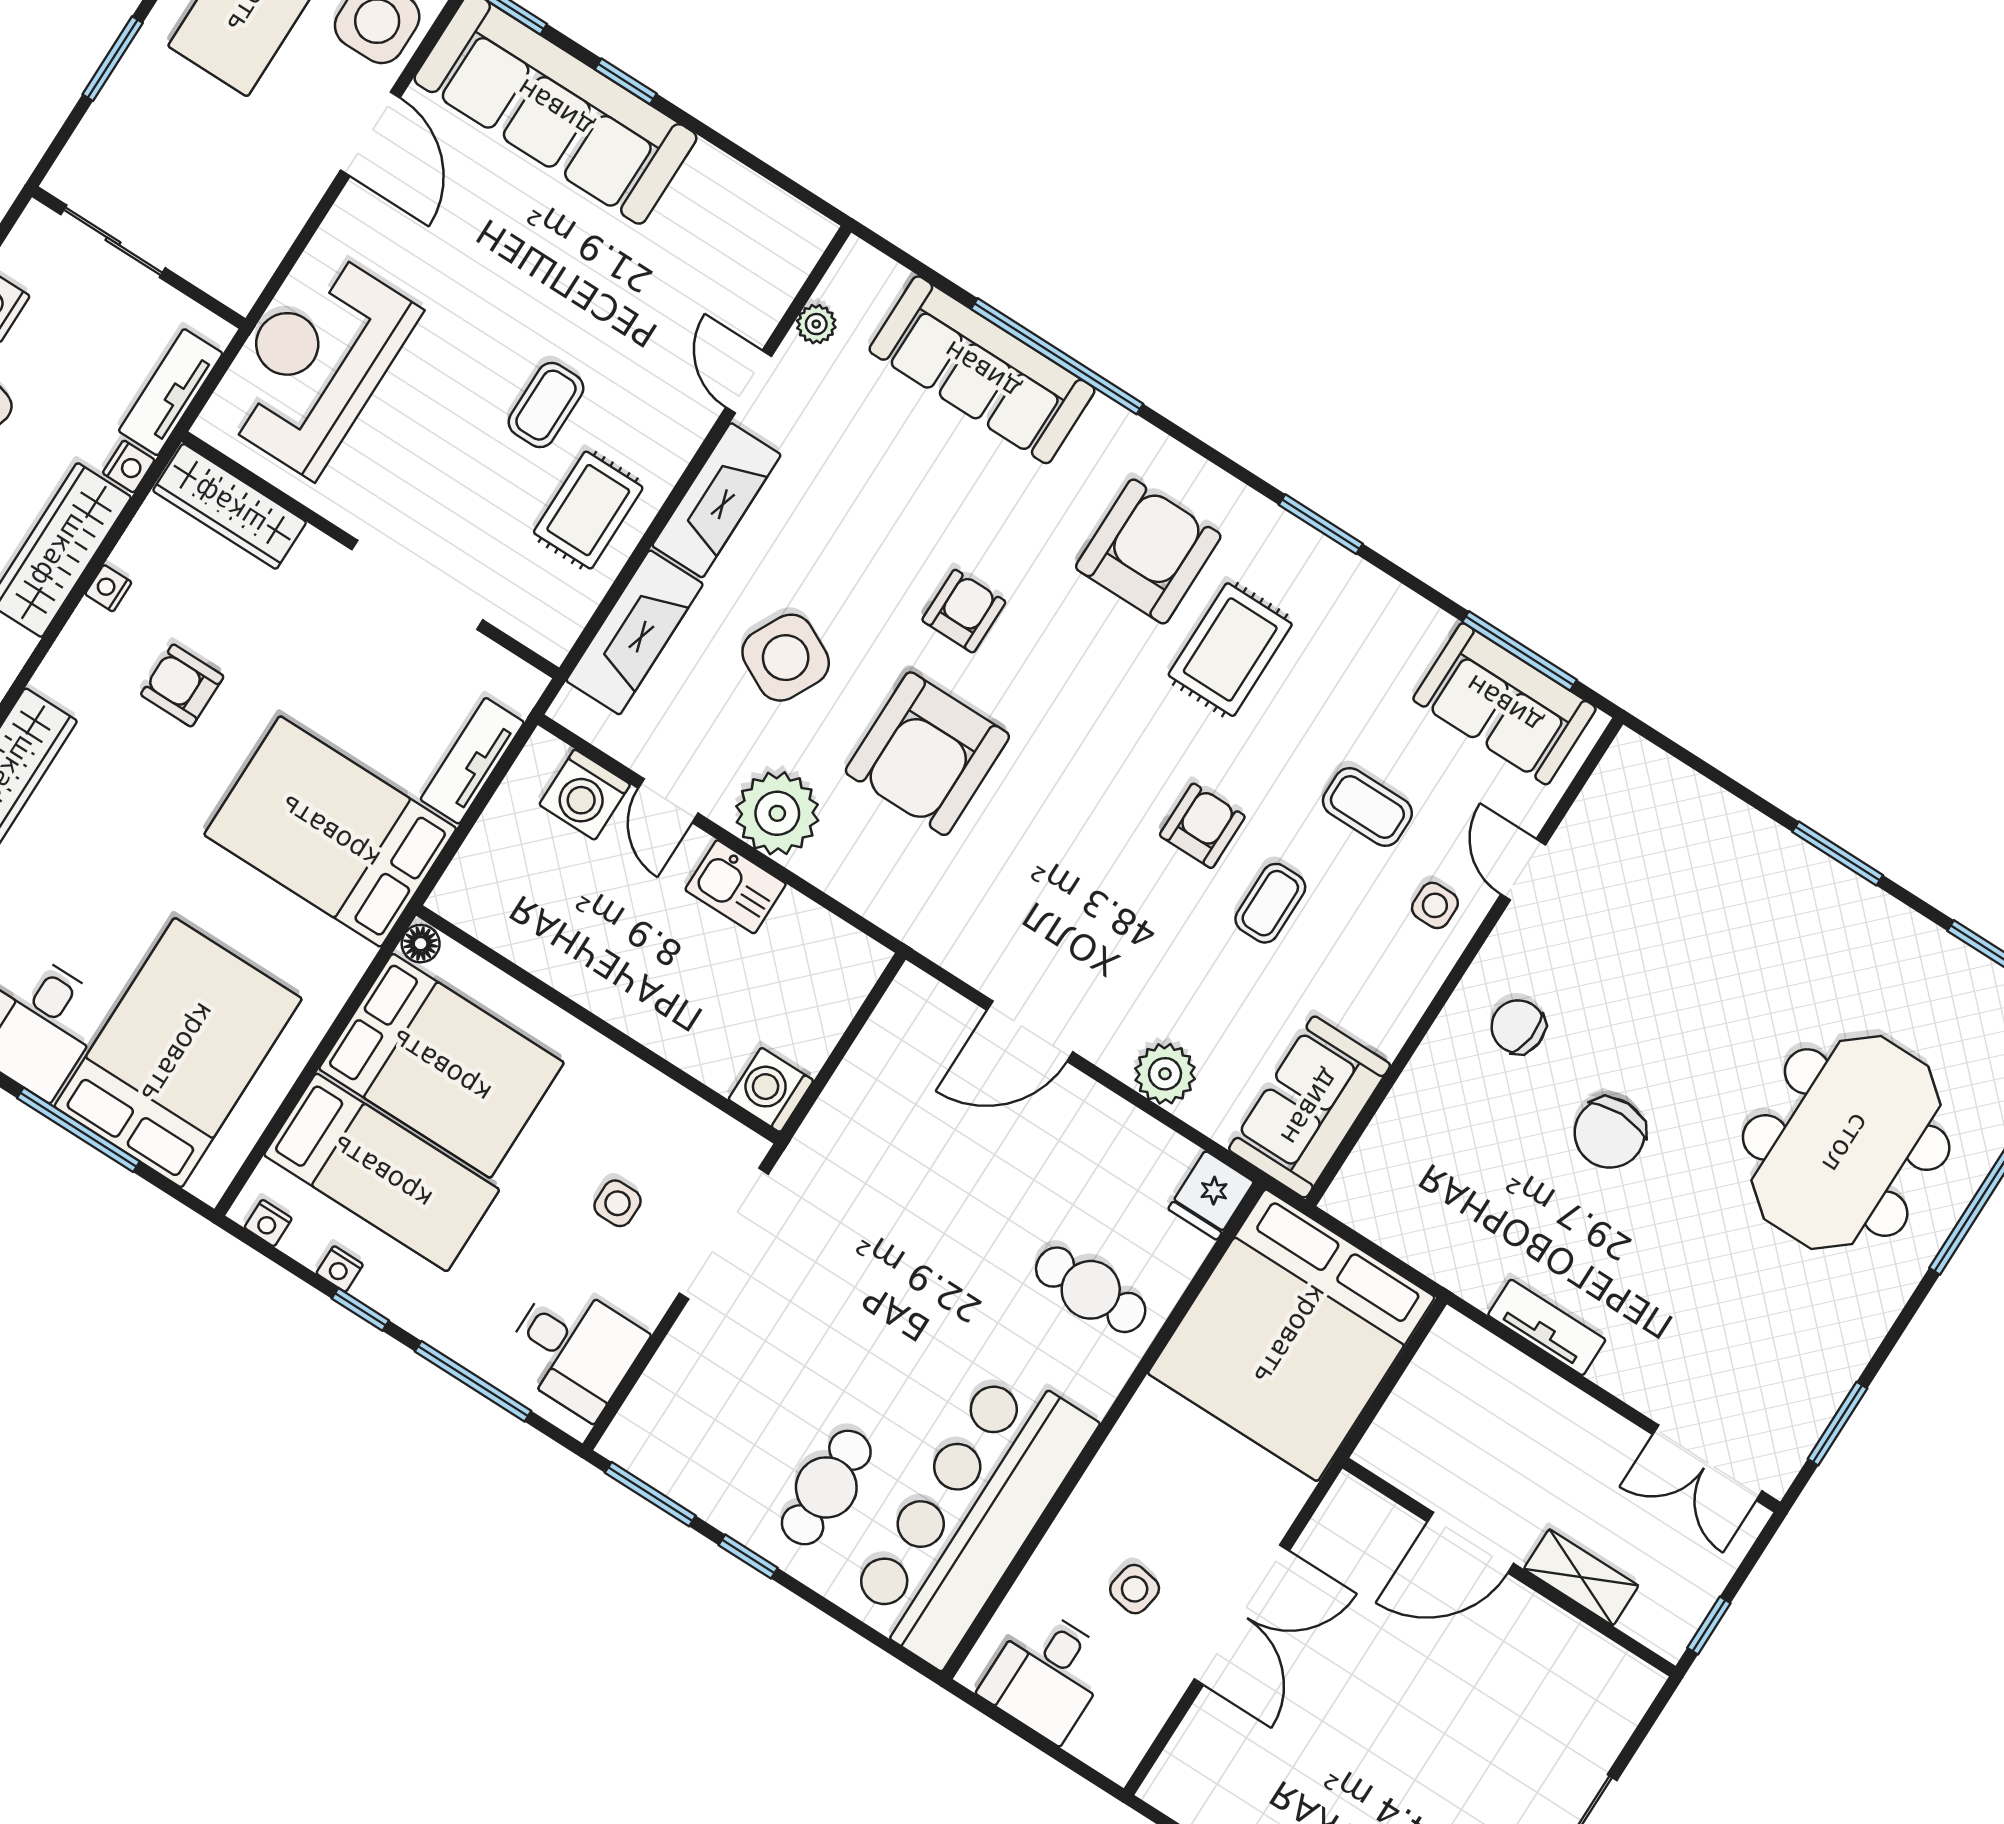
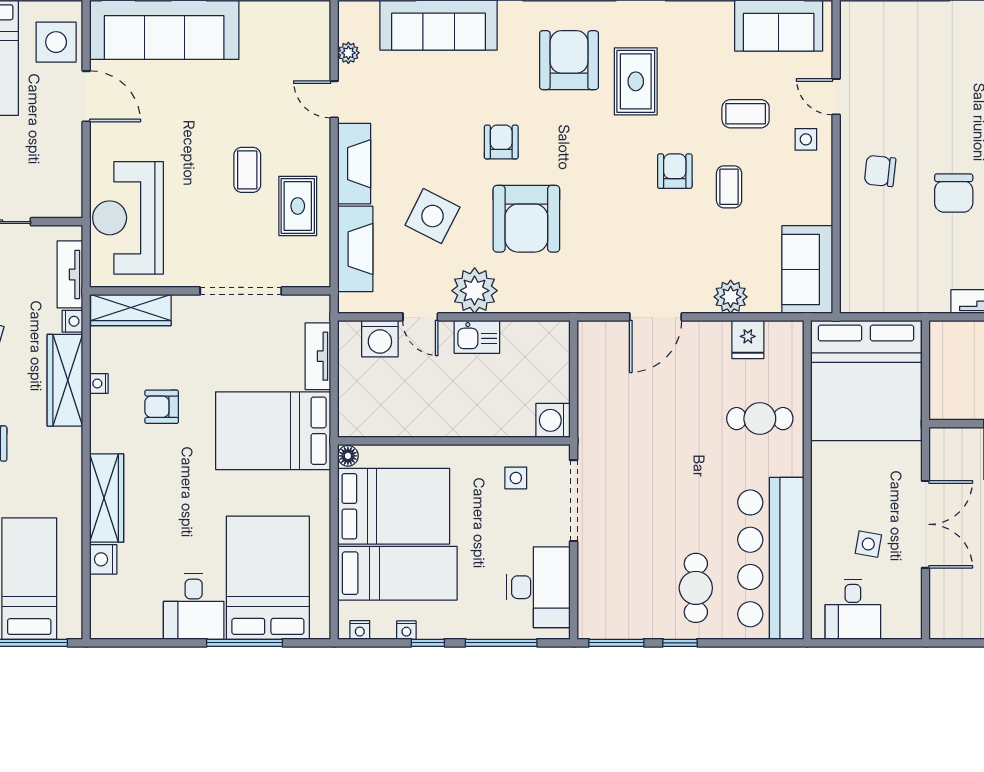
fridge: (1211, 1195) -> (748, 339), moved
side table: (618, 1203) -> (516, 478), moved
desk: (574, 1349) -> (538, 587), width x1.37

